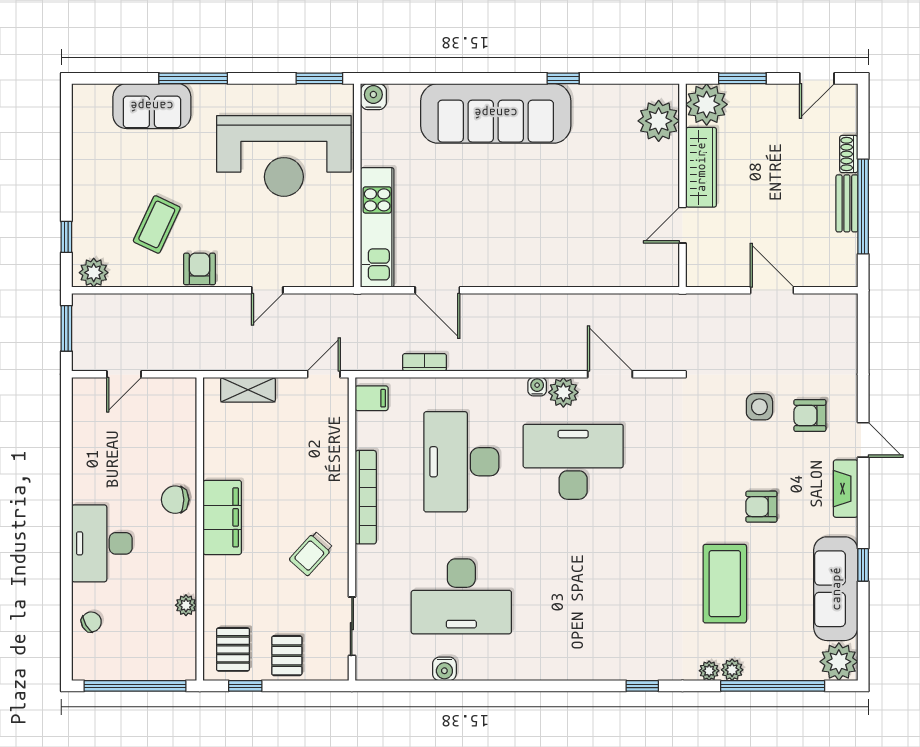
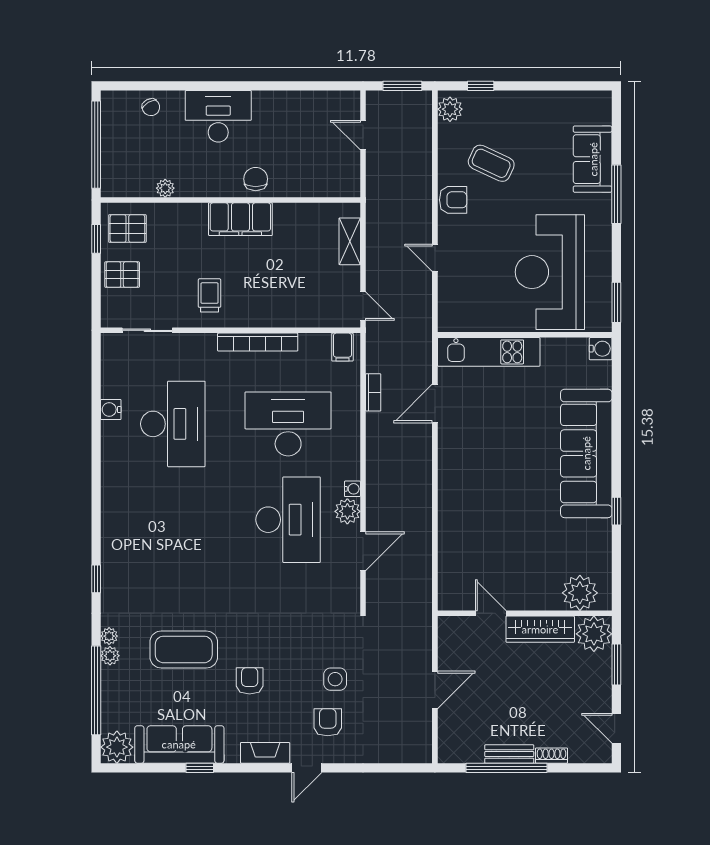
trolley: (311, 554) -> (209, 295), turned 48
desk: (461, 596) -> (173, 424), turned 180

